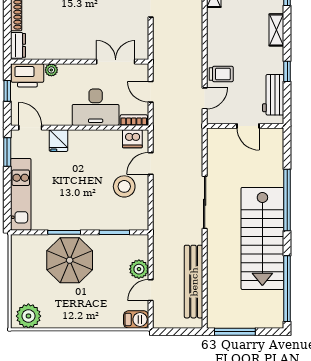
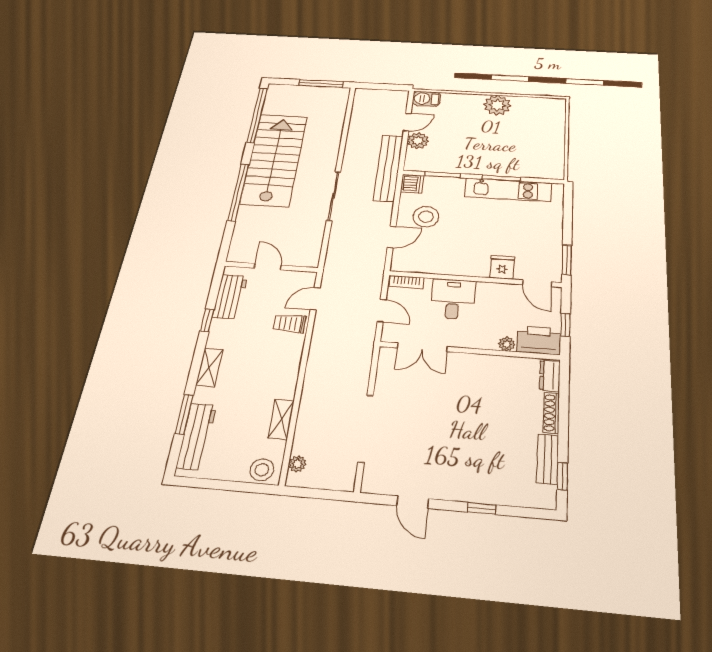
desk: (96, 107) -> (453, 299), width x0.73
dishwasher: (132, 139) -> (412, 184), moved, turned 90
kitchen unit: (21, 194) -> (508, 190), moved, turned -90
parasol: (70, 260) -> (496, 153), removed
bench: (194, 282) -> (388, 168), moved
plant: (28, 316) -> (497, 105), moved

